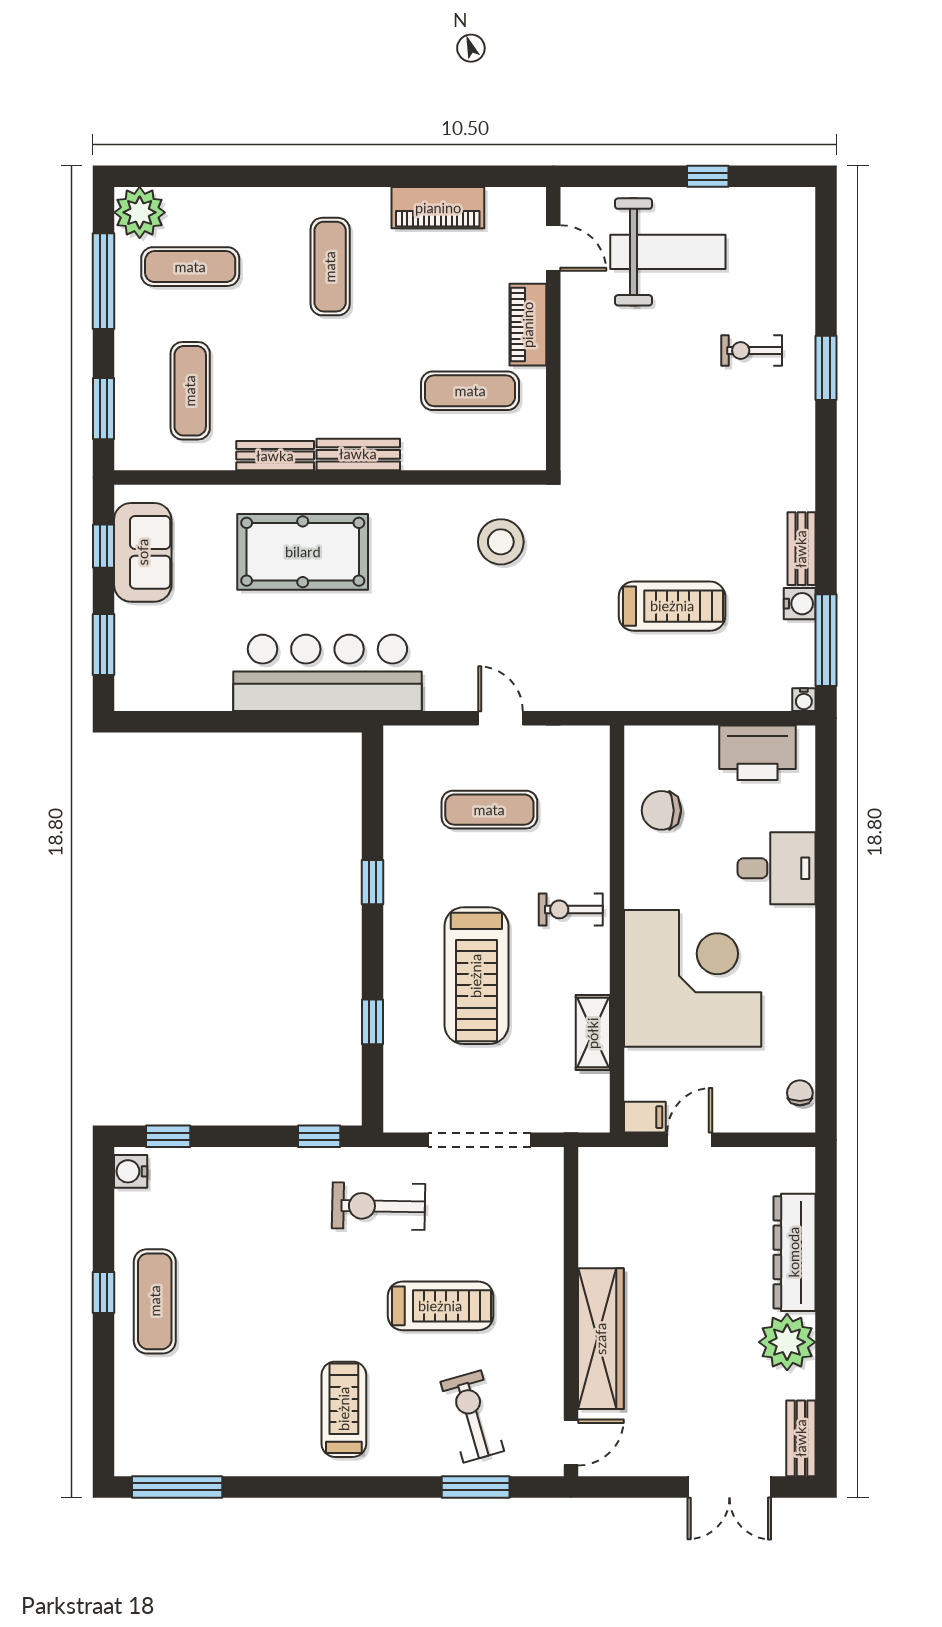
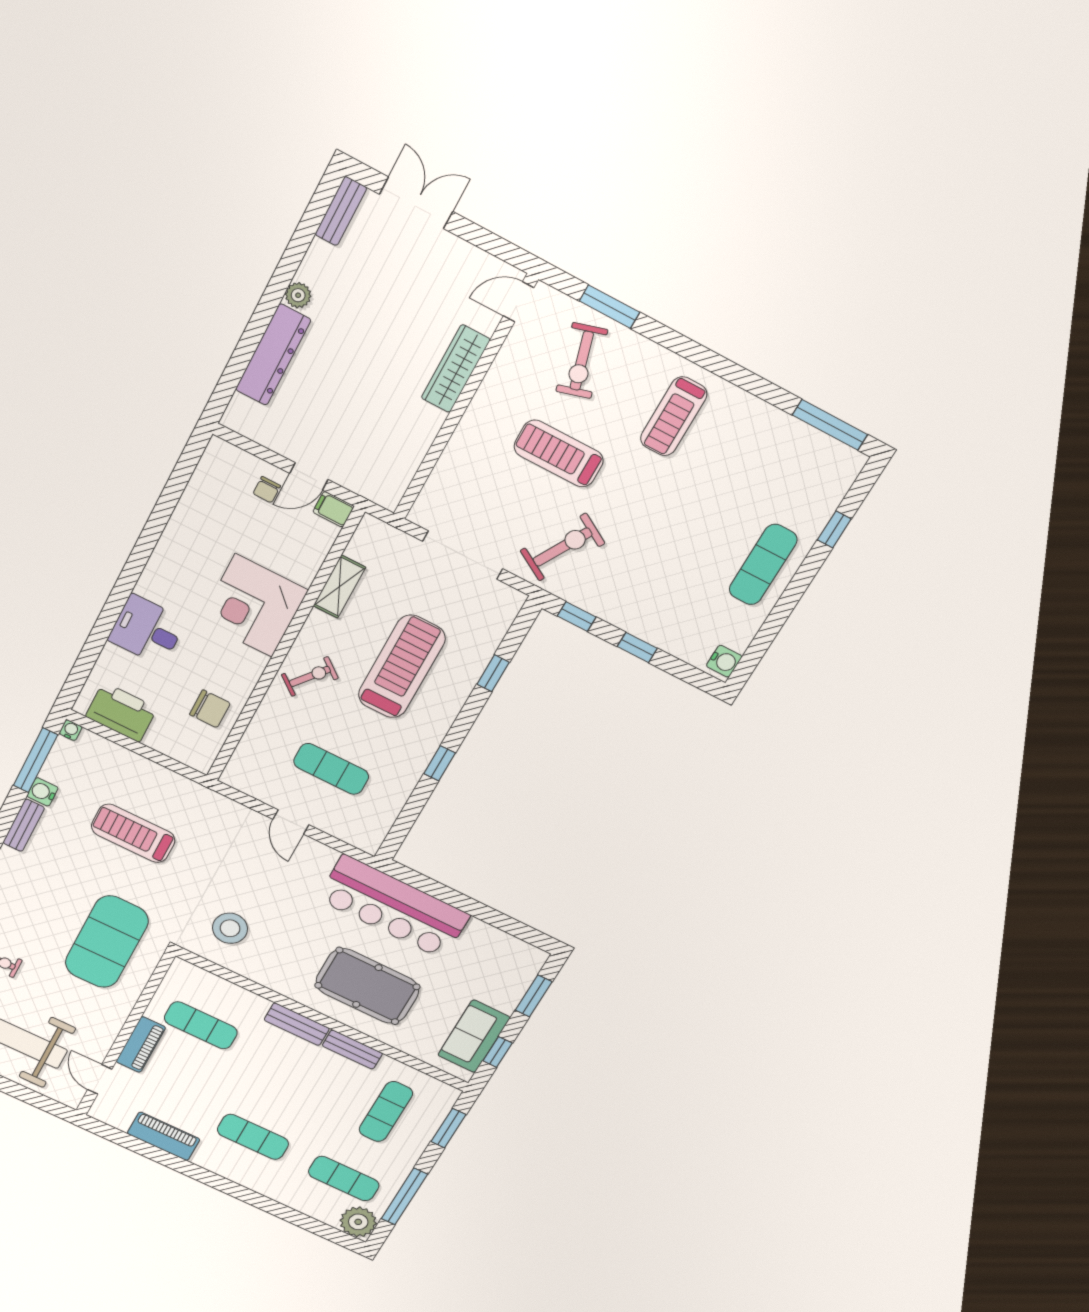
exercise mat: (330, 267) -> (253, 1137), turned 90
exercise mat: (635, 445) -> (107, 942), added
exercise bike: (571, 909) -> (310, 676), turned -51
corner desk: (693, 978) -> (254, 606), width x0.74, depth x0.74
chair: (800, 1093) -> (267, 490), moved
window: (168, 1136) -> (637, 647), moved
exercise bike: (379, 1206) -> (563, 547), turned -61
window: (103, 1292) -> (834, 529), moved
wardrobe: (601, 1339) -> (456, 369), width x0.71, depth x0.85
plant: (787, 1342) -> (298, 295), width x0.53, depth x0.53

